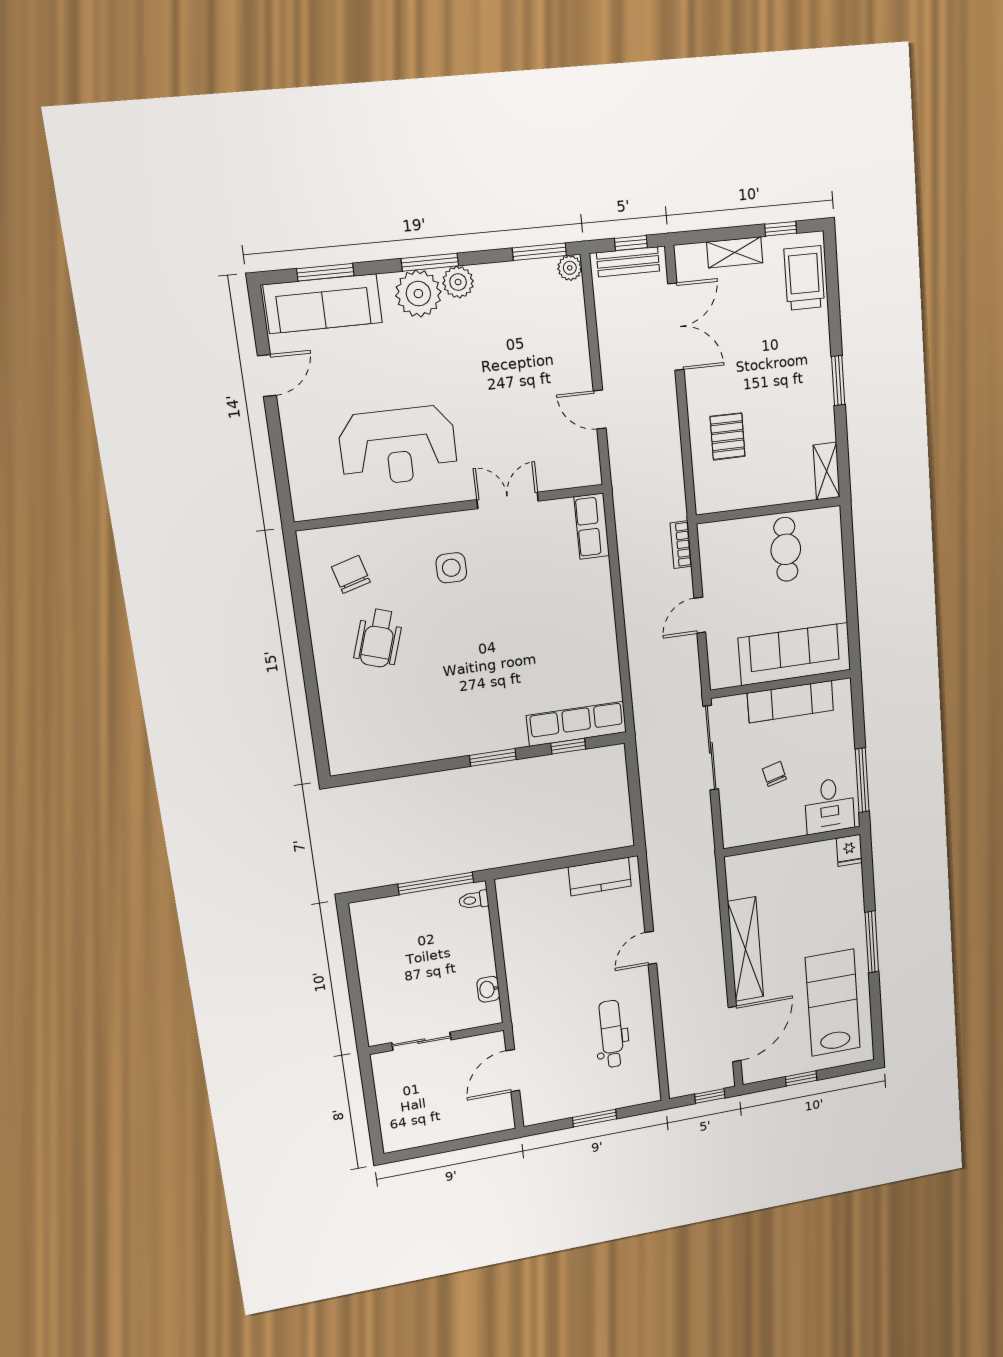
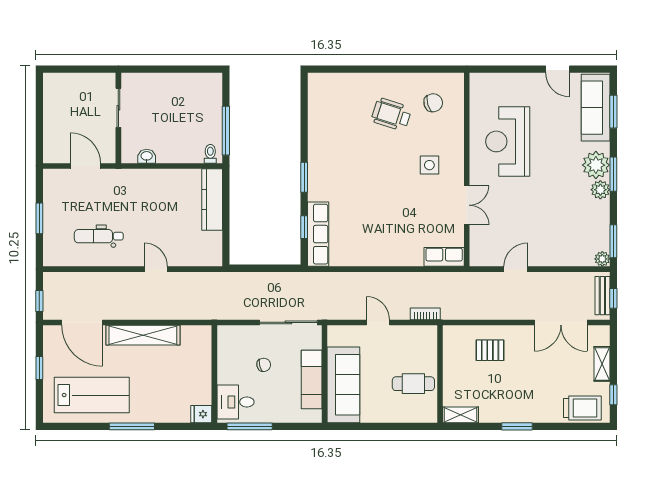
kitchen counter: (600, 877) -> (212, 200), moved, width x1.50
dental chair: (612, 1034) -> (99, 236), turned 180

